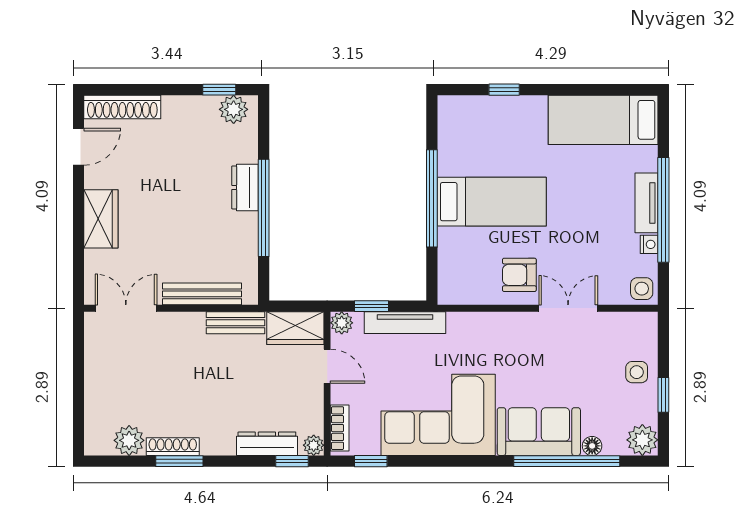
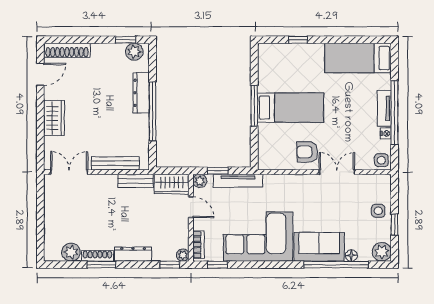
dresser: (245, 187) -> (141, 93), width x1.44
window: (432, 198) -> (254, 106), width x0.68
dresser: (267, 444) -> (133, 254), moved

